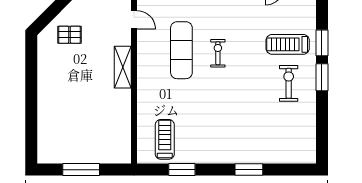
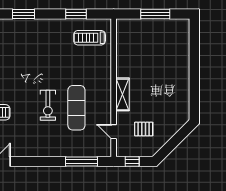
pallet: (69, 35) -> (144, 129), moved
exercise bike: (218, 53) -> (48, 105), width x1.38, depth x1.39
treadmill: (165, 139) -> (90, 38), turned 90

